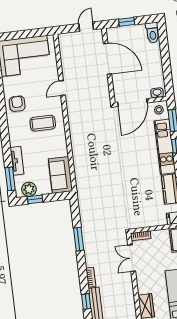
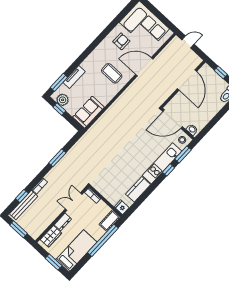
door: (86, 27) -> (188, 42), moved
door: (62, 88) -> (144, 67), width x1.87
armchair: (17, 104) -> (121, 41), moved
dresser: (142, 284) -> (63, 222), added

